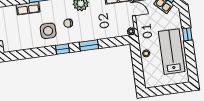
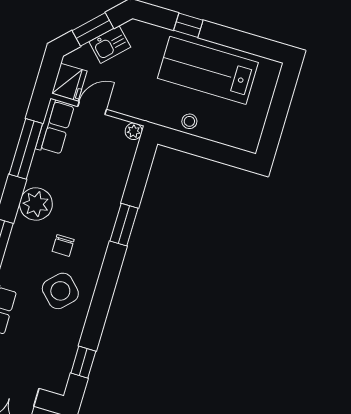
side table: (48, 31) -> (60, 291), turned 45
window: (62, 49) -> (83, 362), moved

